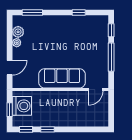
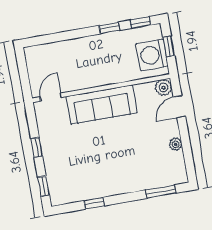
plant: (18, 32) -> (164, 88), moved
window: (111, 57) -> (37, 147), width x0.46

